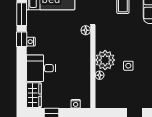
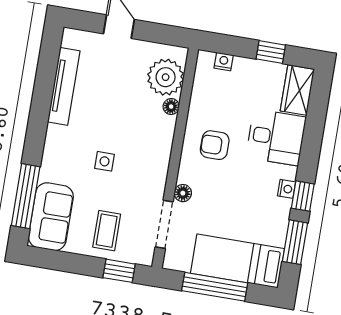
armchair: (73, 59) -> (215, 145), added
plant: (105, 60) -> (166, 77), moved
side table: (128, 66) -> (105, 161), moved

